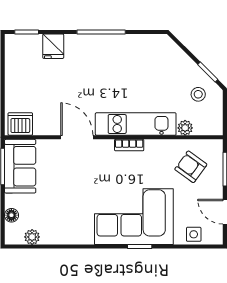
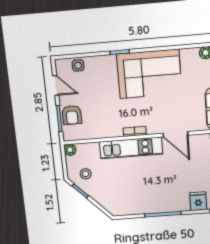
plant: (185, 128) -> (70, 150), moved
armchair: (191, 167) -> (72, 115), moved, turned 54
corner sofa: (134, 217) -> (149, 74), moved

